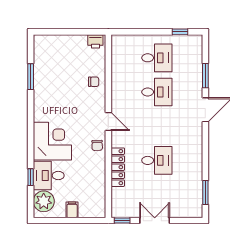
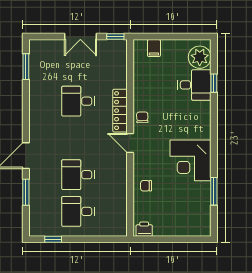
corner desk: (52, 141) -> (190, 160), moved
locker: (118, 167) -> (120, 111), moved
filing cabinet: (72, 210) -> (154, 48), moved

